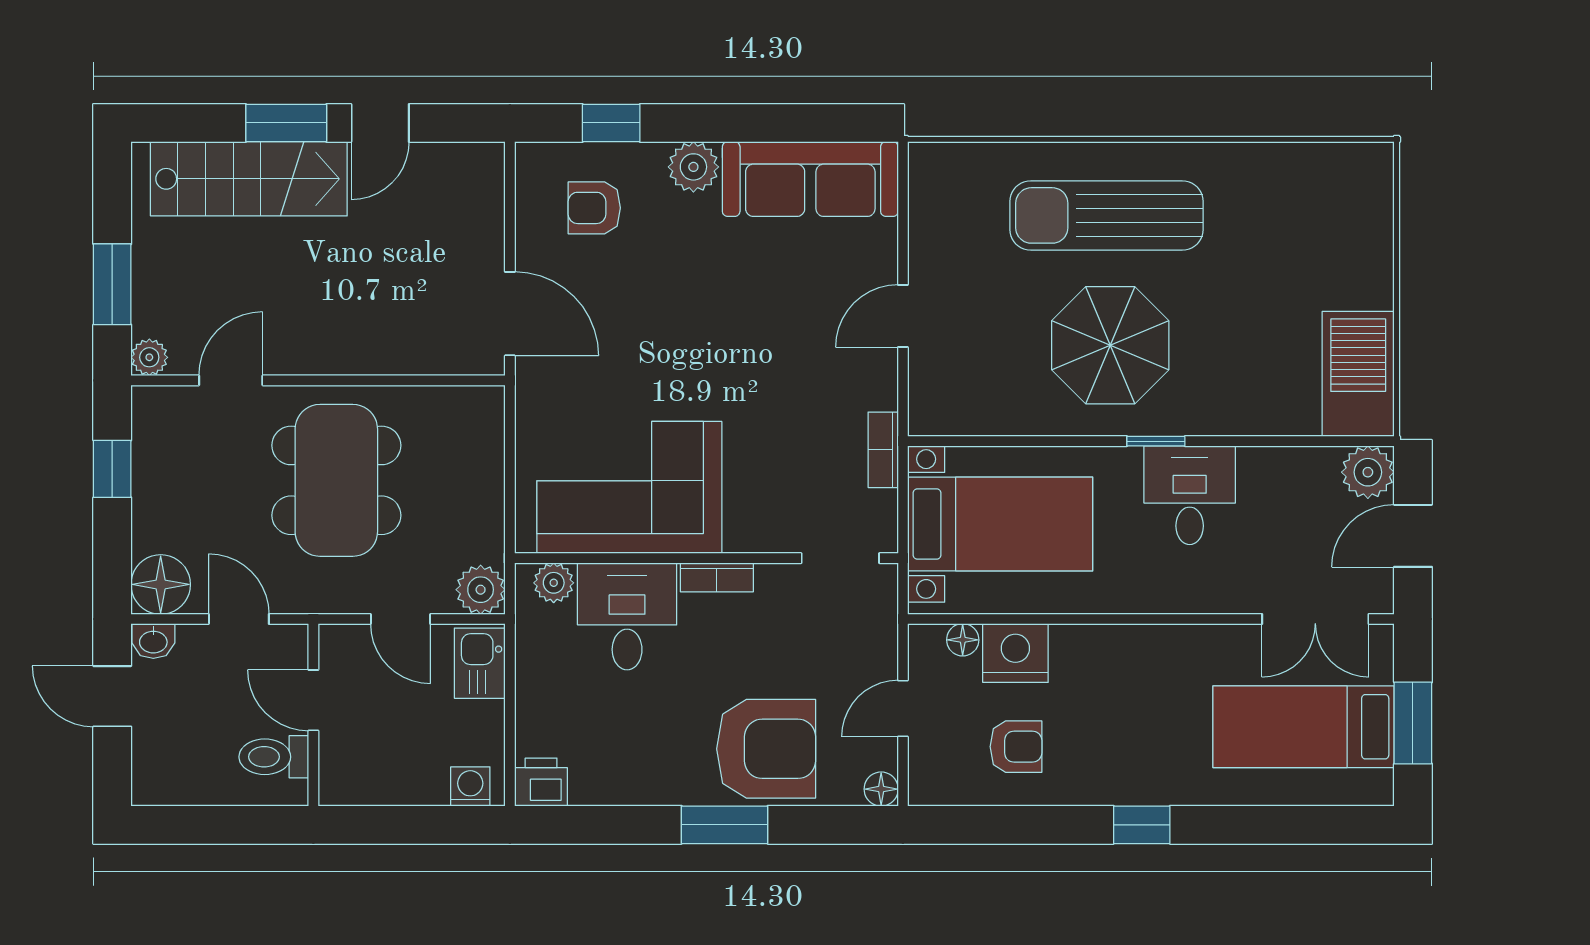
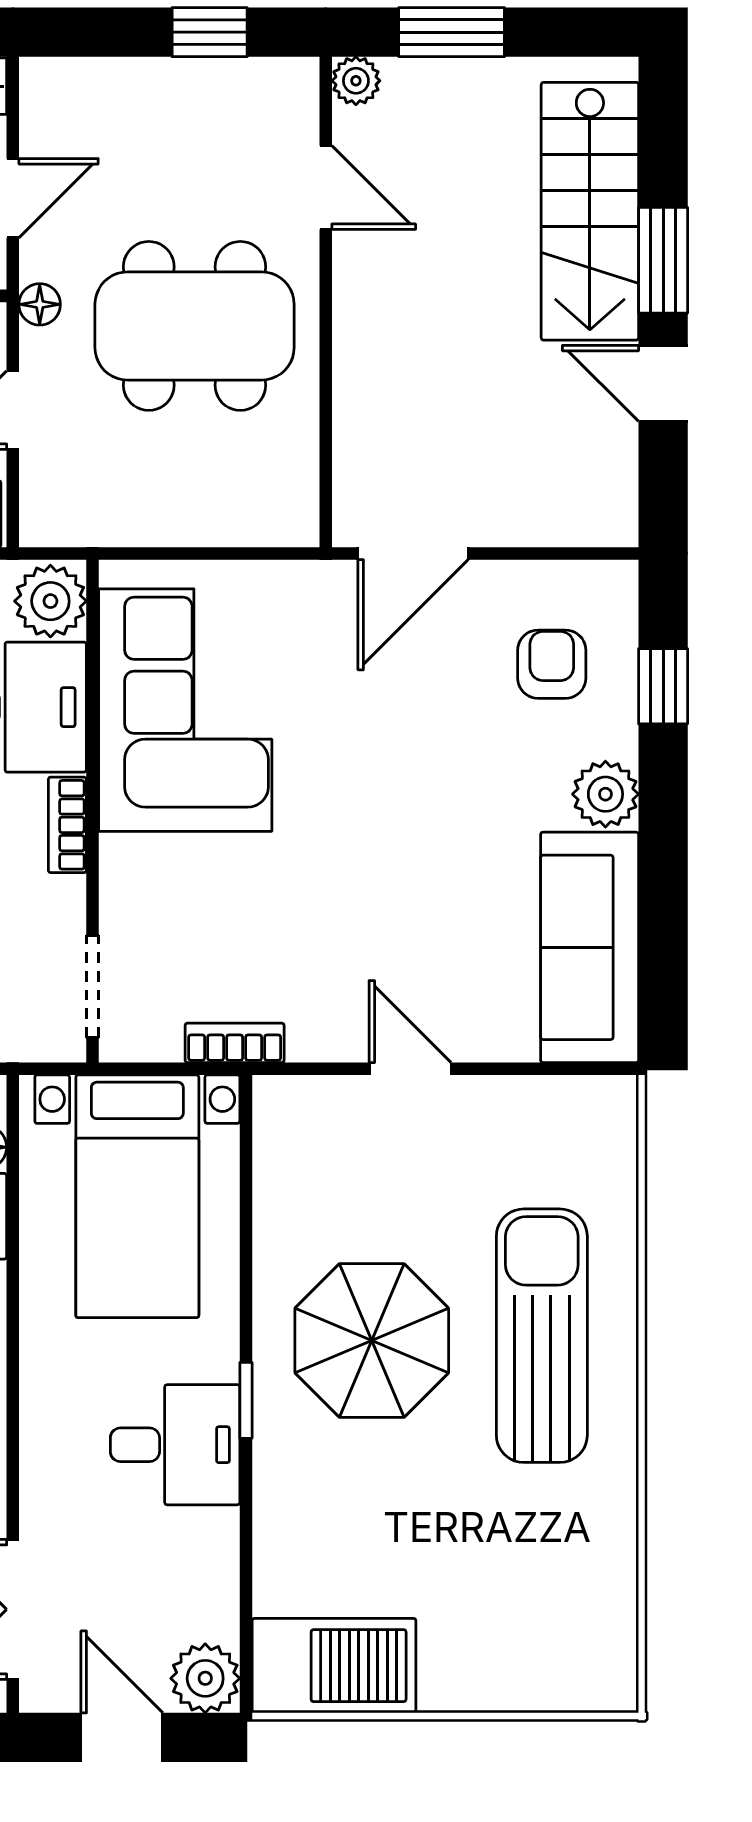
plant: (554, 583) -> (50, 601), width x1.38, depth x1.38
floor lamp: (161, 584) -> (40, 304), moved, width x0.53, depth x0.53
plant: (481, 590) -> (51, 515), removed

